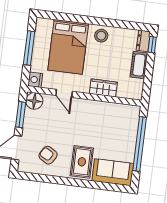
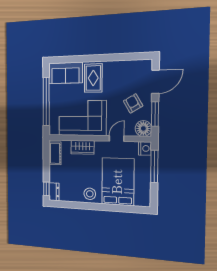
window: (29, 48) -> (154, 166), moved
cot: (139, 65) -> (55, 153), moved
door: (64, 93) -> (117, 139), hinge flipped
corner sofa: (99, 120) -> (82, 118), added
armchair: (48, 155) -> (133, 103), moved, turned -151

